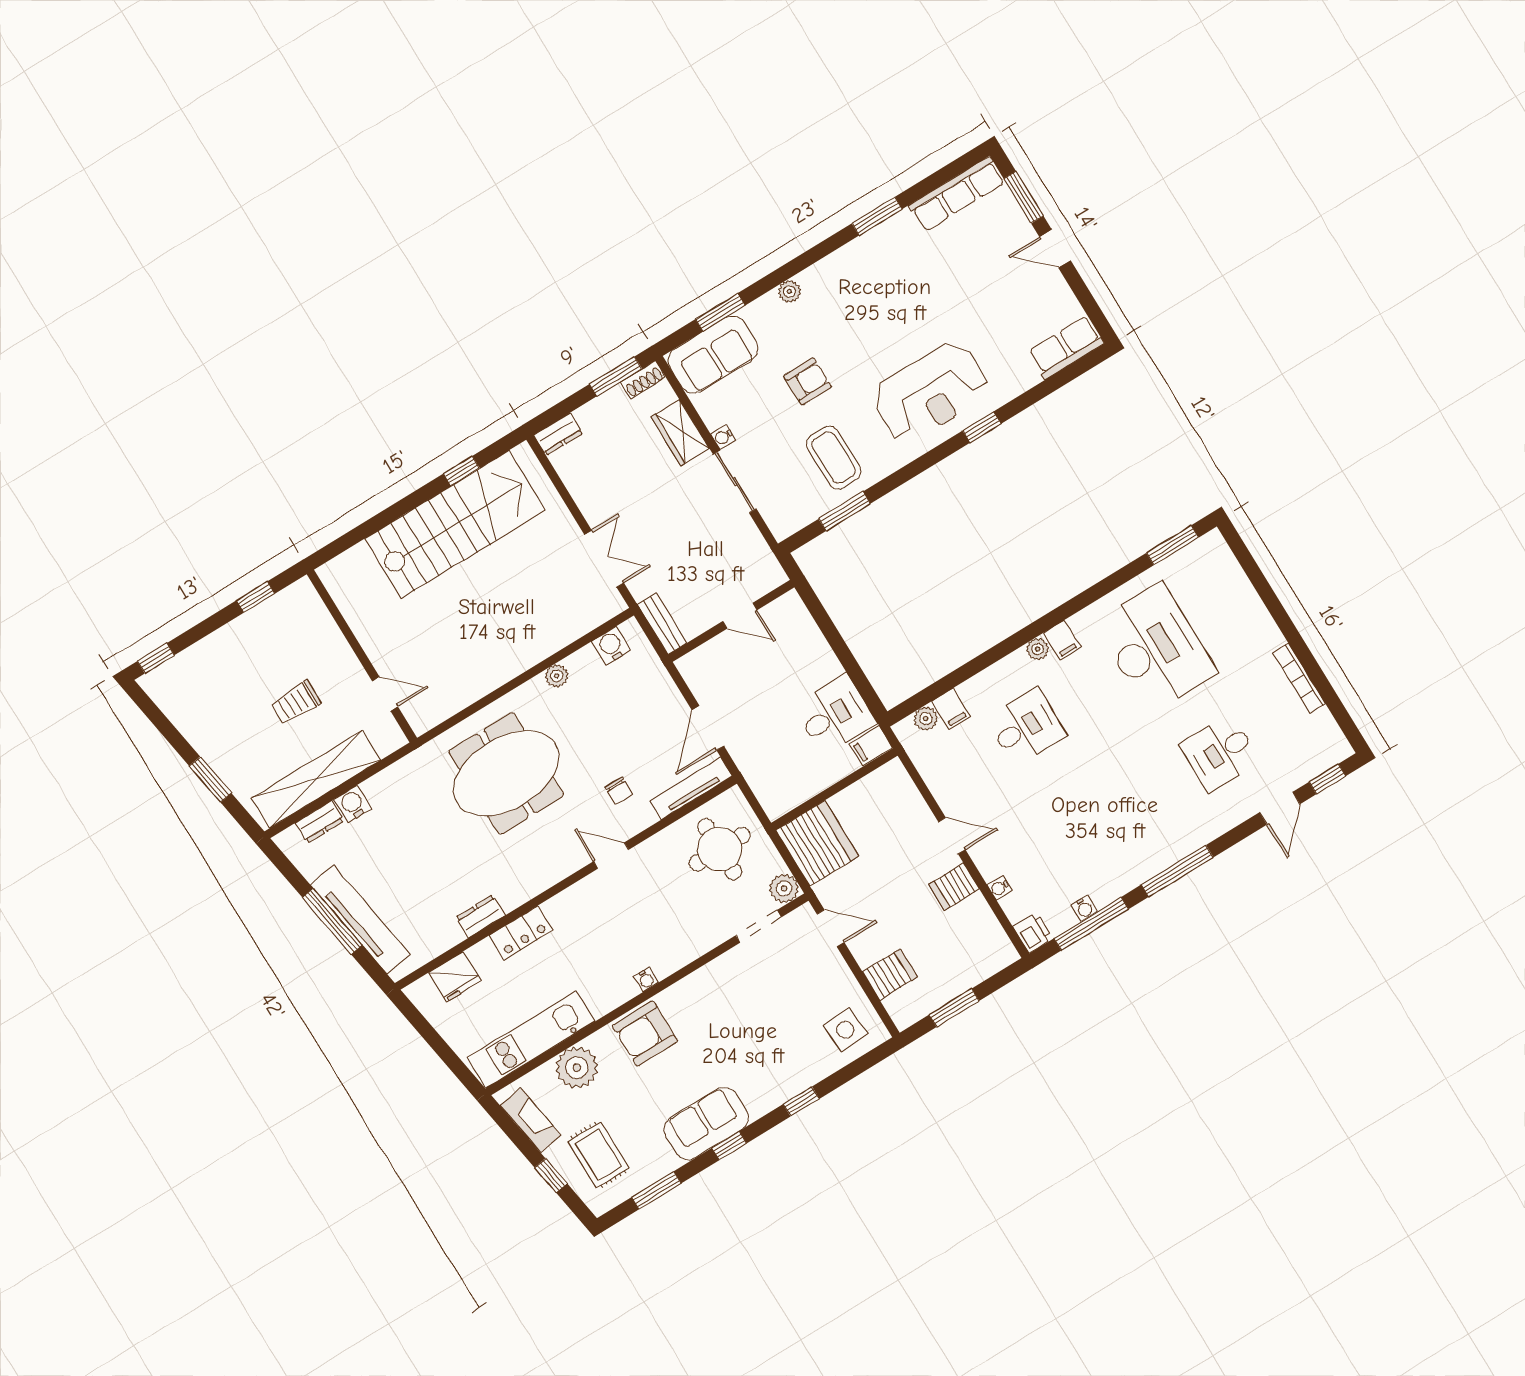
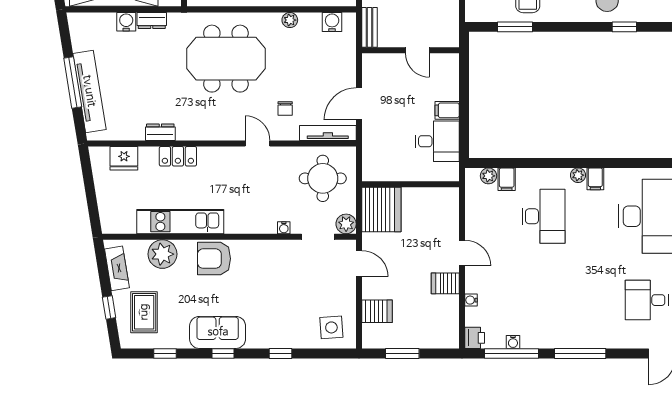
desk: (1026, 727) -> (544, 216), width x1.37
filing cabinet: (871, 746) -> (447, 110), moved
dresser: (320, 822) -> (152, 20), moved
water cooler: (646, 980) -> (284, 228), moved
kitchen unit: (531, 1040) -> (180, 222), moved
window: (656, 1190) -> (165, 353), width x0.67

